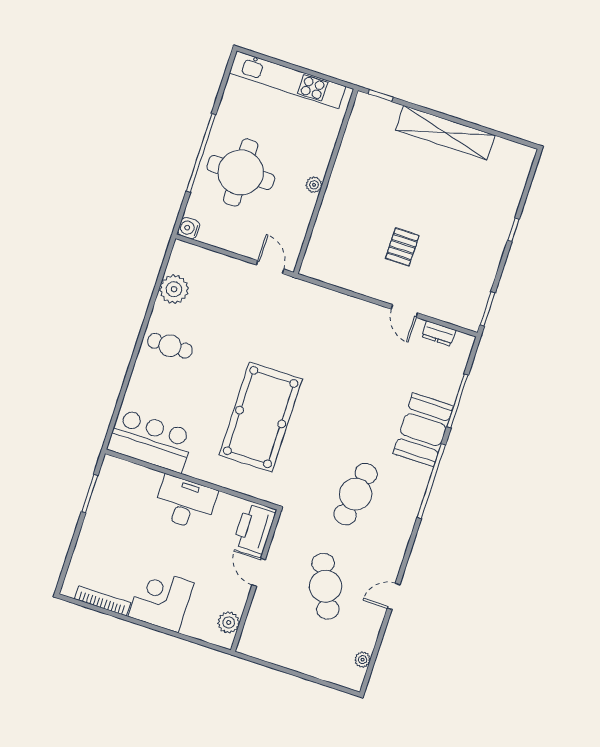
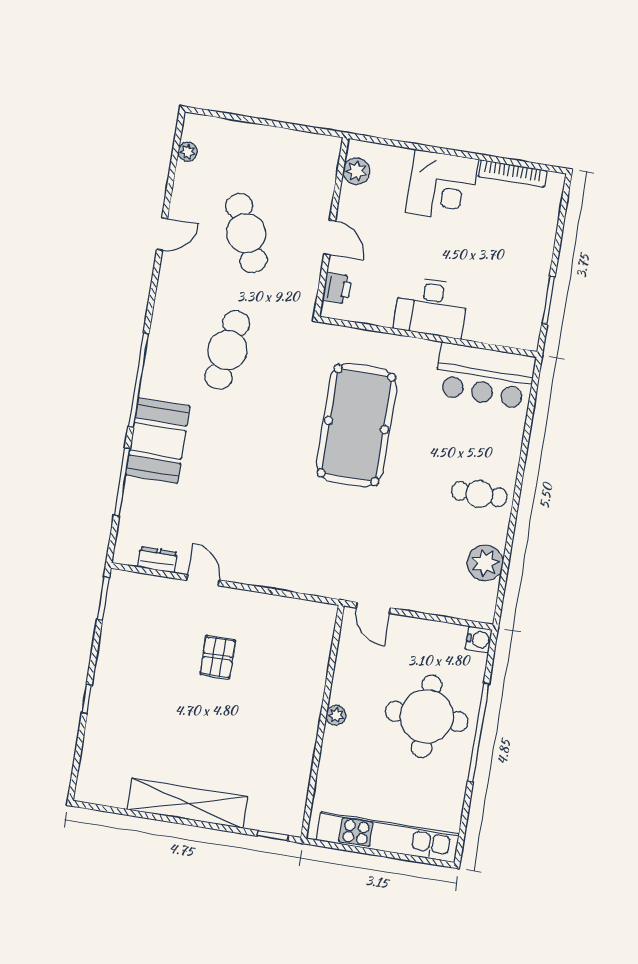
printer: (254, 529) -> (337, 288), width x0.53, depth x0.68

